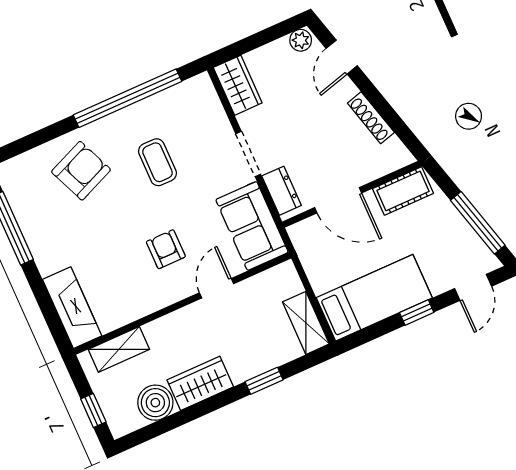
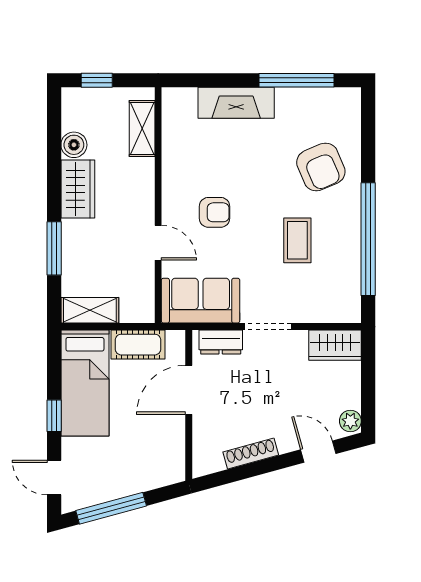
coffee table: (157, 162) -> (297, 240), turned 90
cot: (403, 191) -> (138, 345), moved, turned 90
fireplace: (72, 308) -> (236, 103), moved
window: (264, 381) -> (54, 248), width x1.50
boiler: (155, 403) -> (74, 145), width x0.73, depth x0.73

